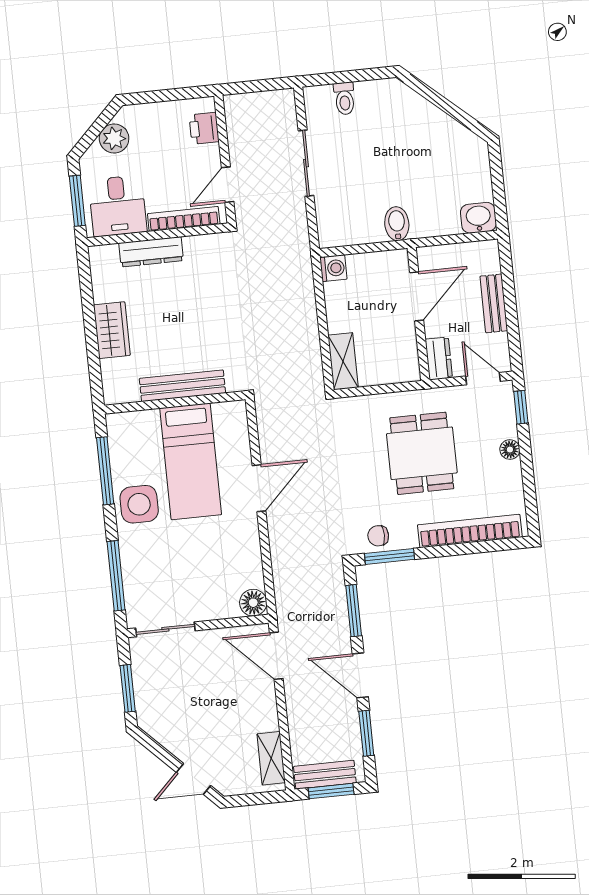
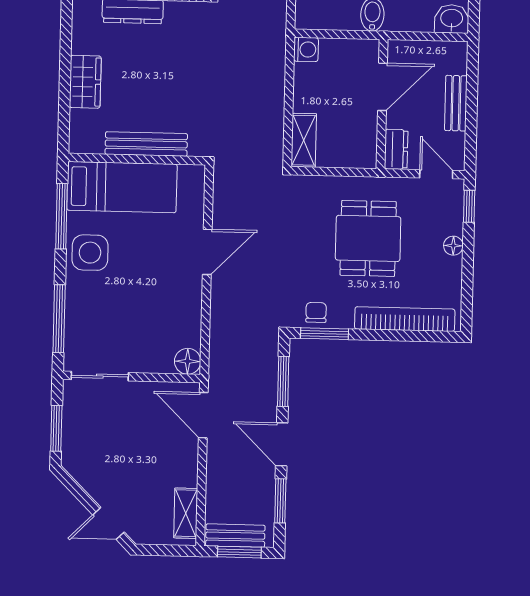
bed: (191, 461) -> (122, 187), moved, turned -90
chair: (378, 536) -> (316, 312), turned 90

